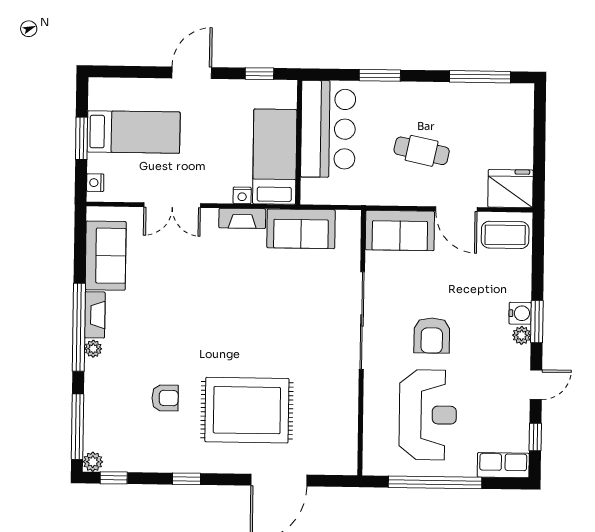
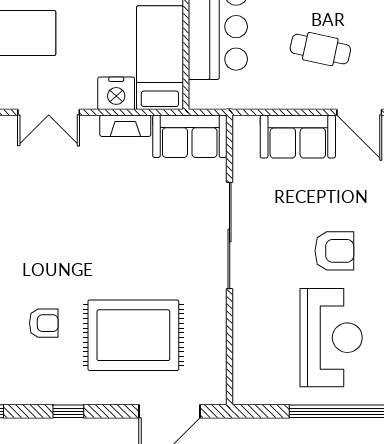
nightstand: (242, 195) -> (116, 93), width x1.89, depth x1.79
sliding door: (362, 320) -> (230, 235), moved
armchair: (432, 336) -> (334, 251), turned -90
wall: (362, 343) -> (230, 260), moved

